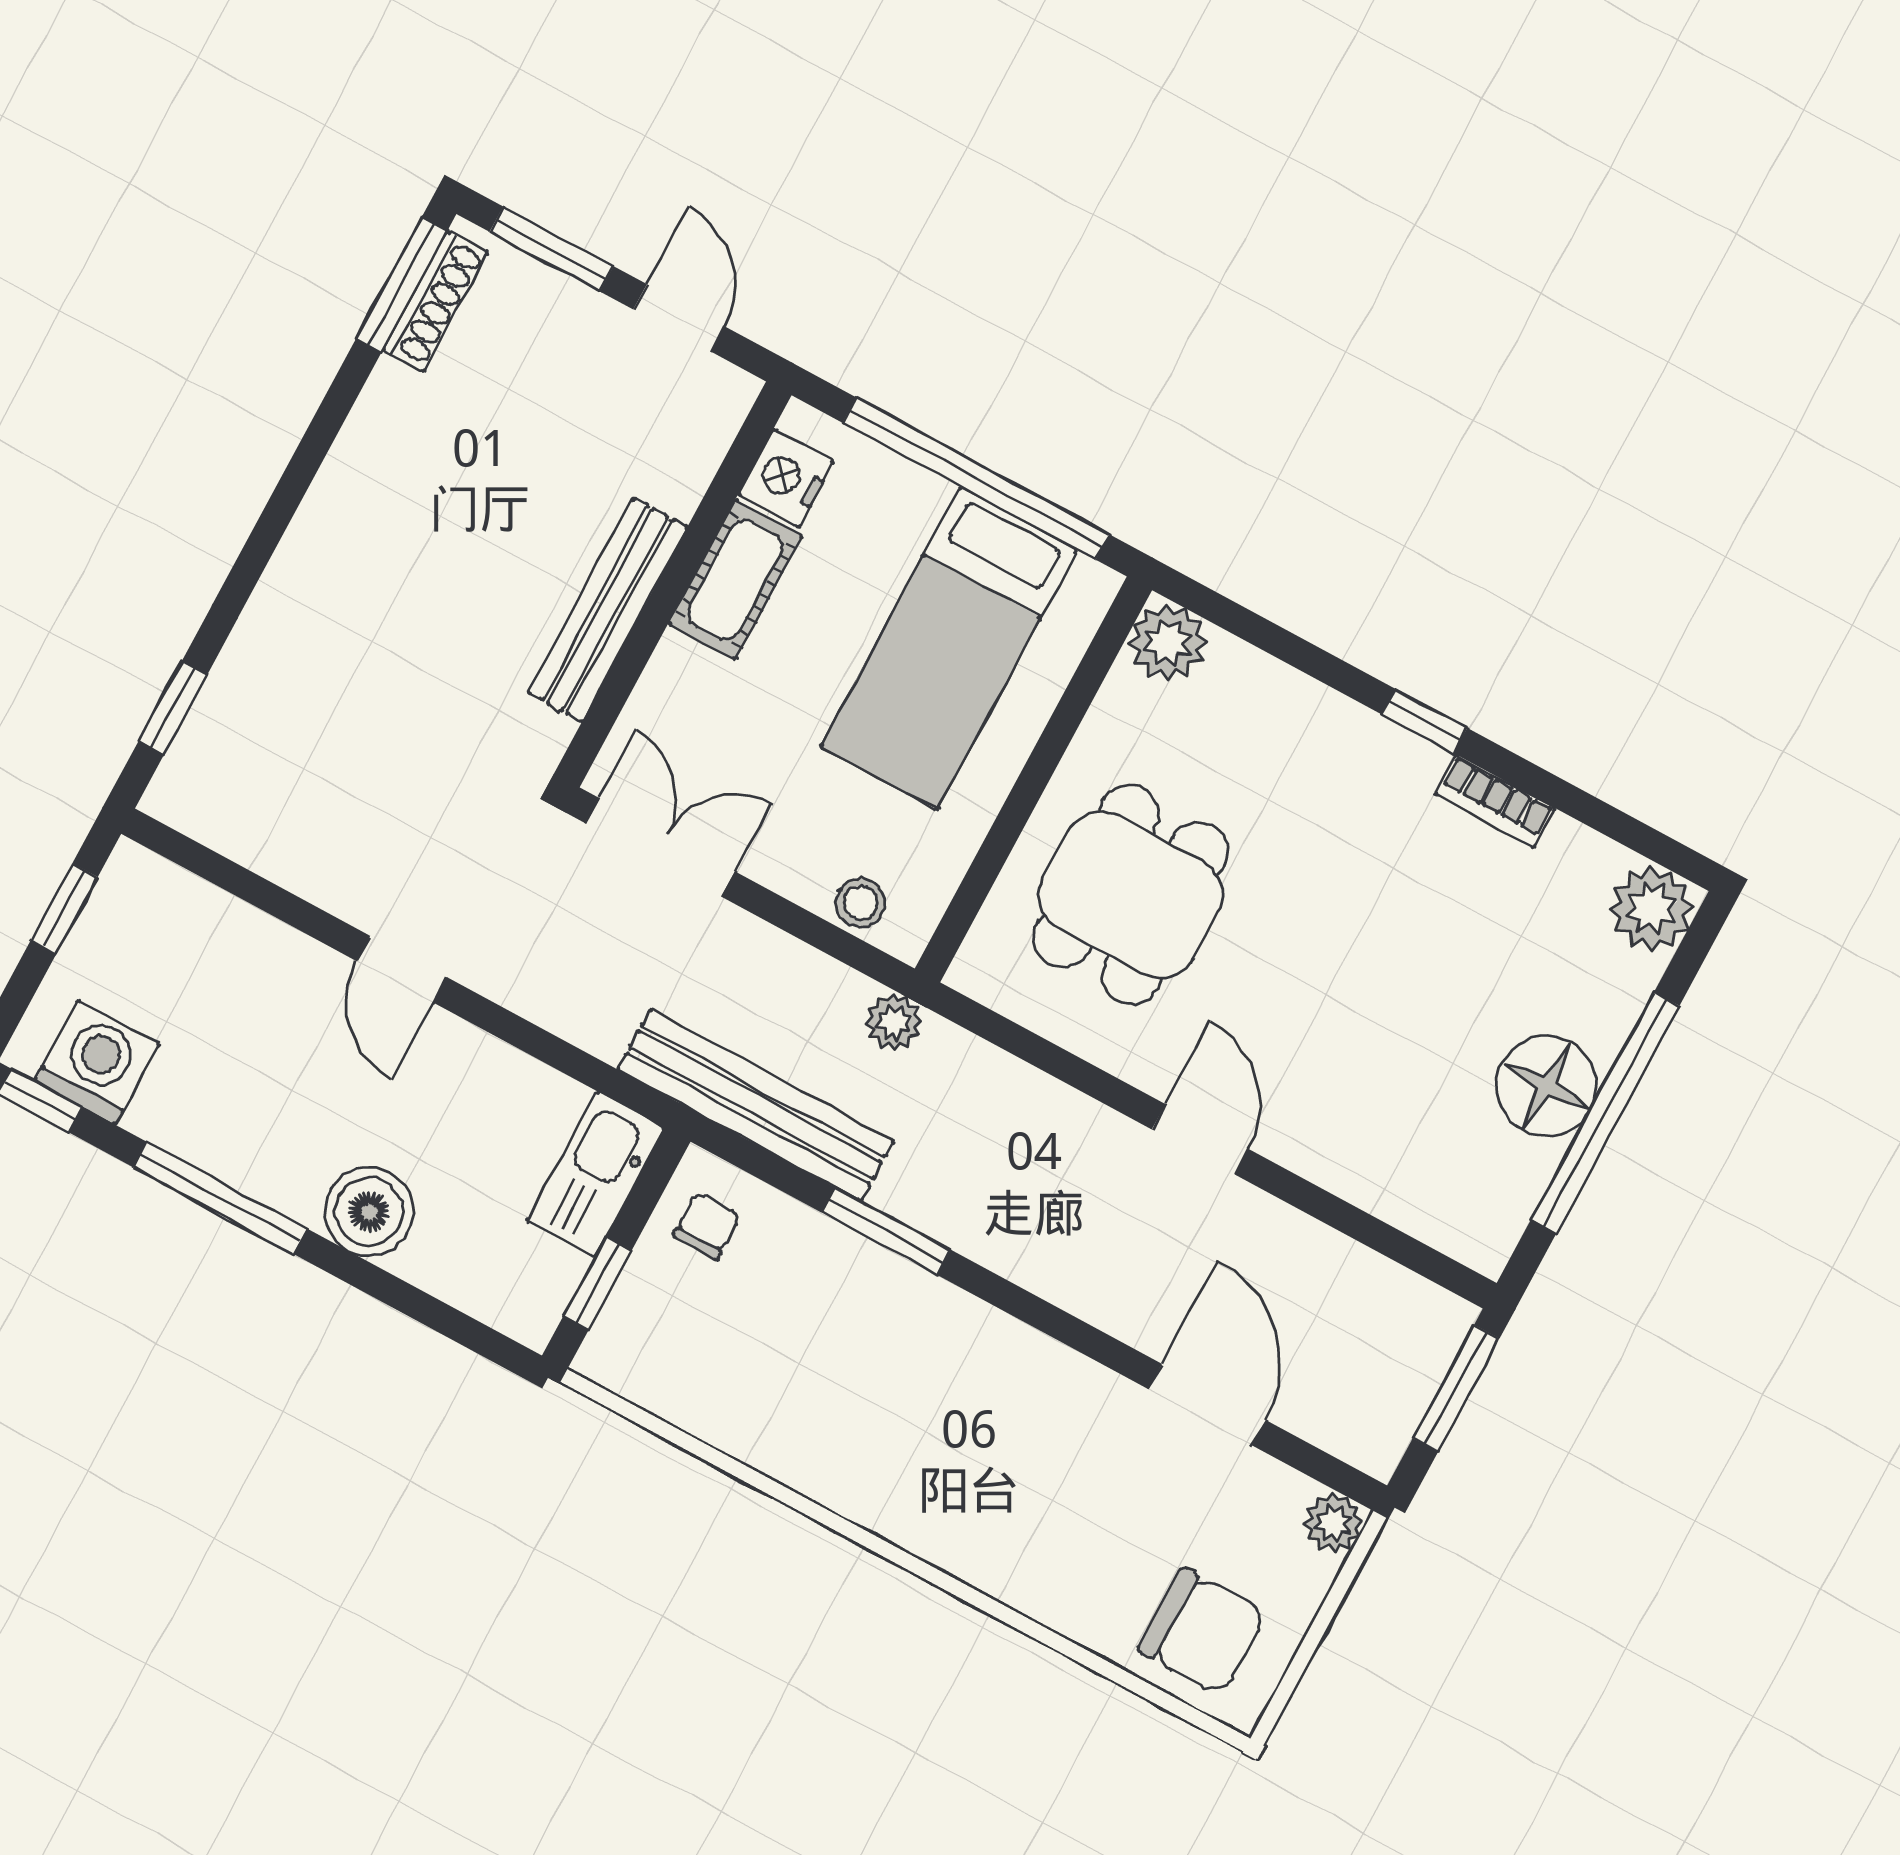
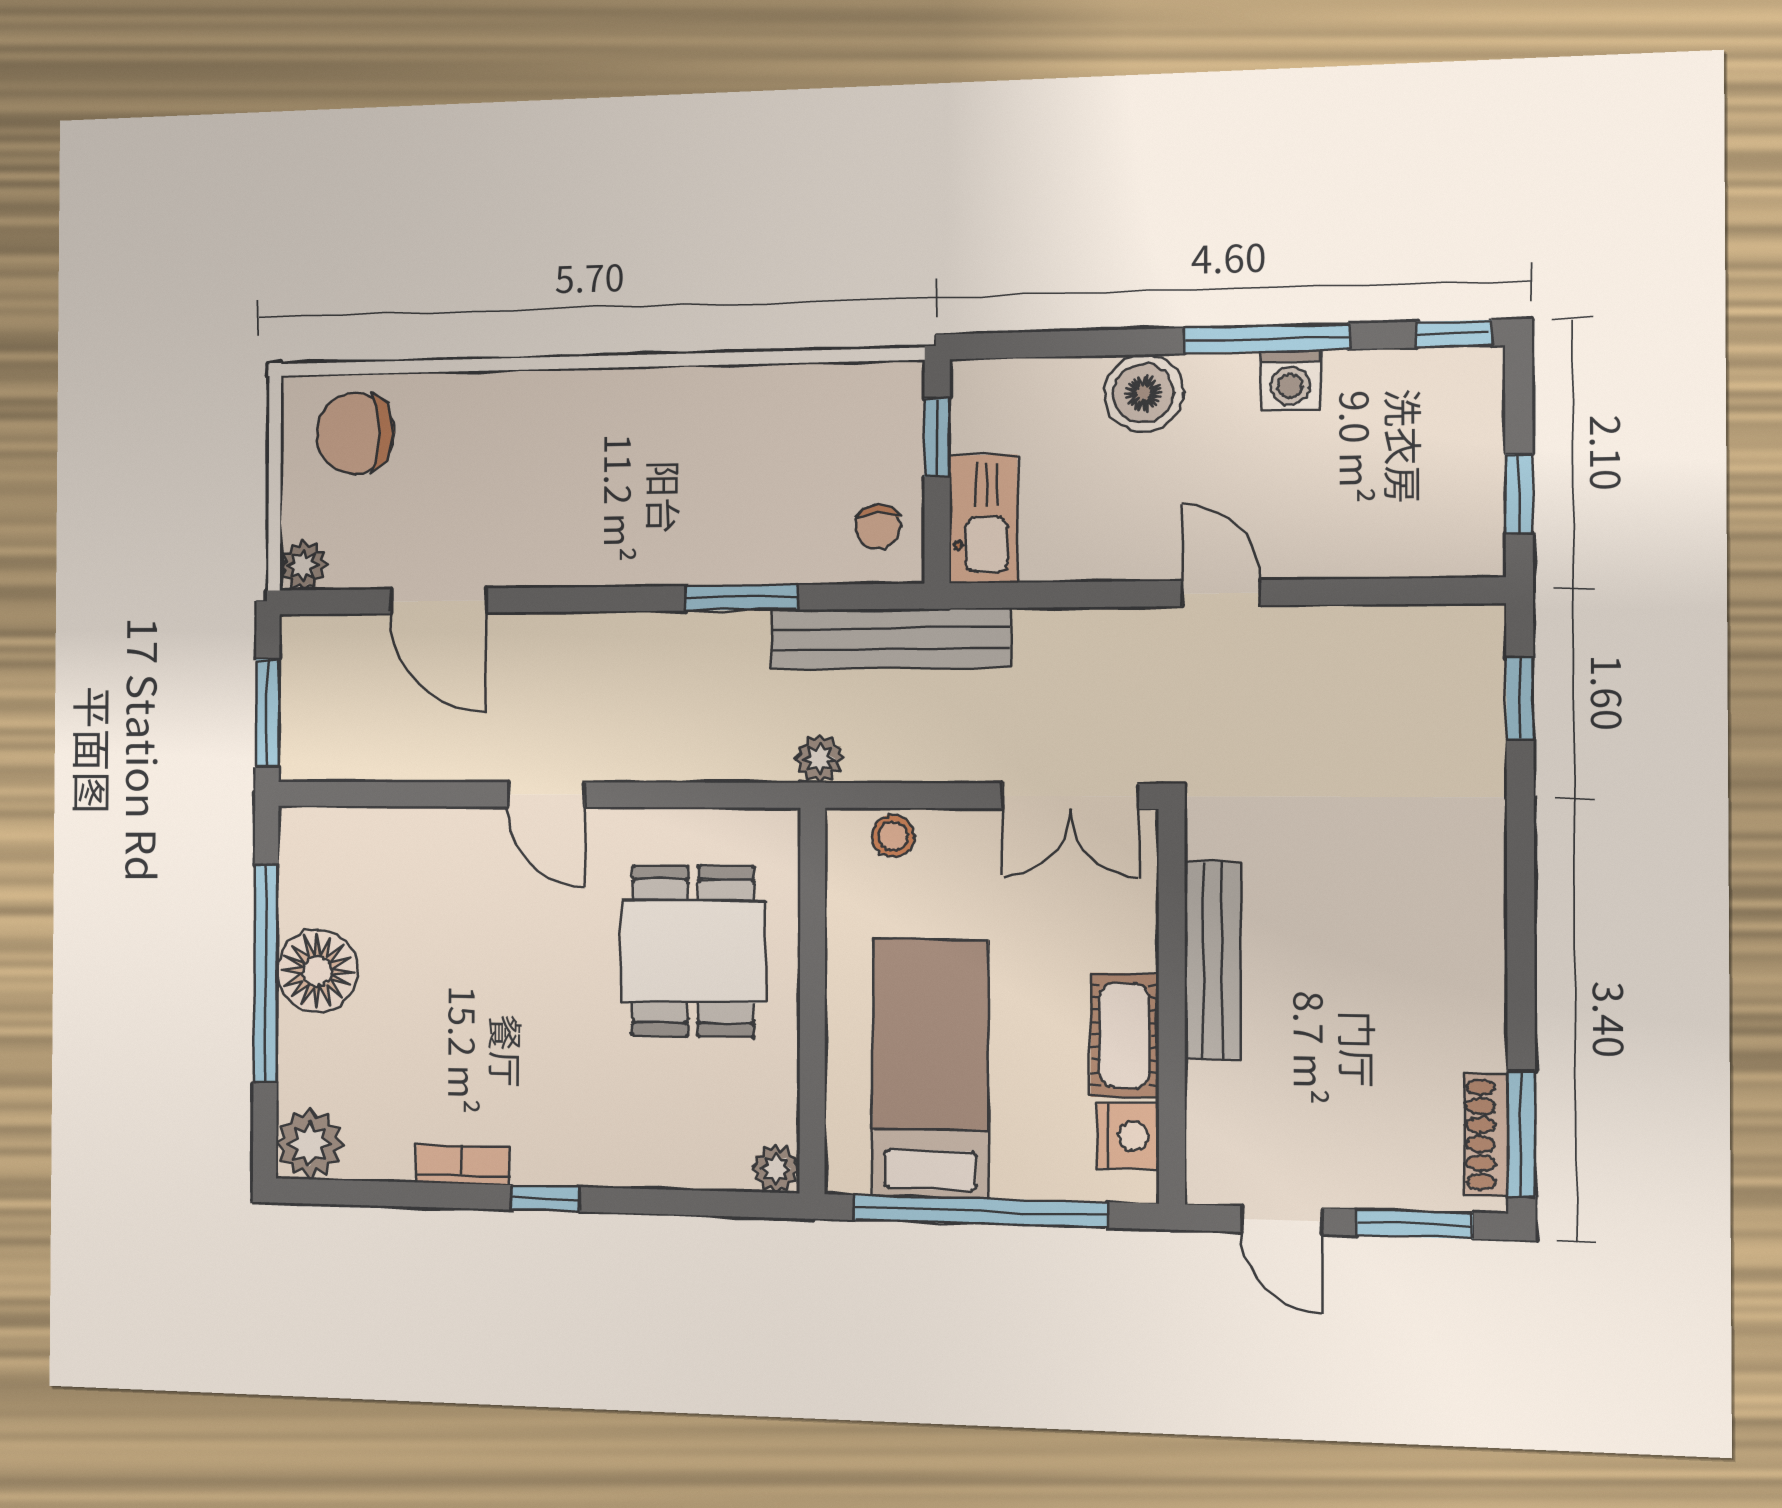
plant: (1168, 642) -> (776, 1168), width x0.73, depth x0.73
washing machine: (97, 1063) -> (1290, 380), moved, width x0.73, depth x0.73

